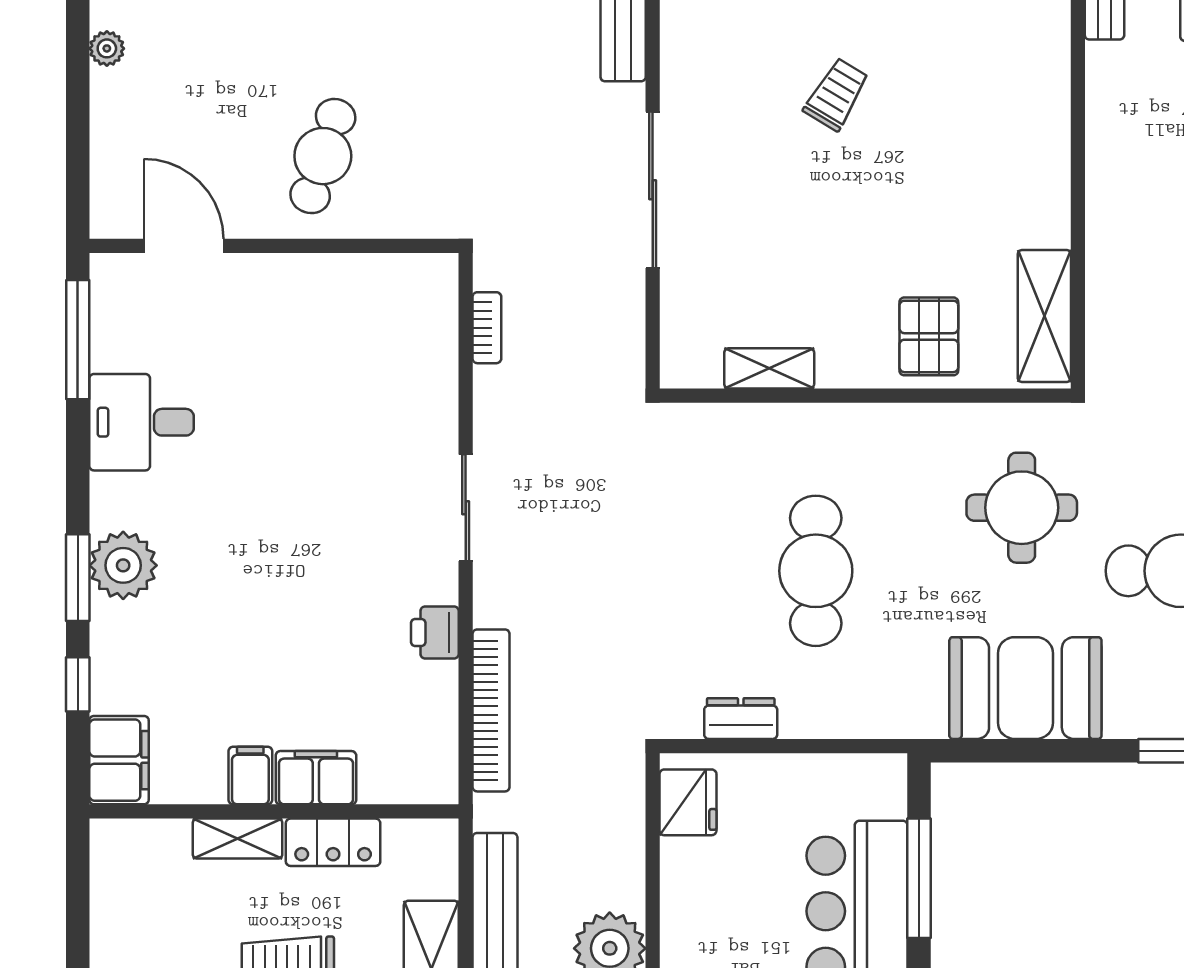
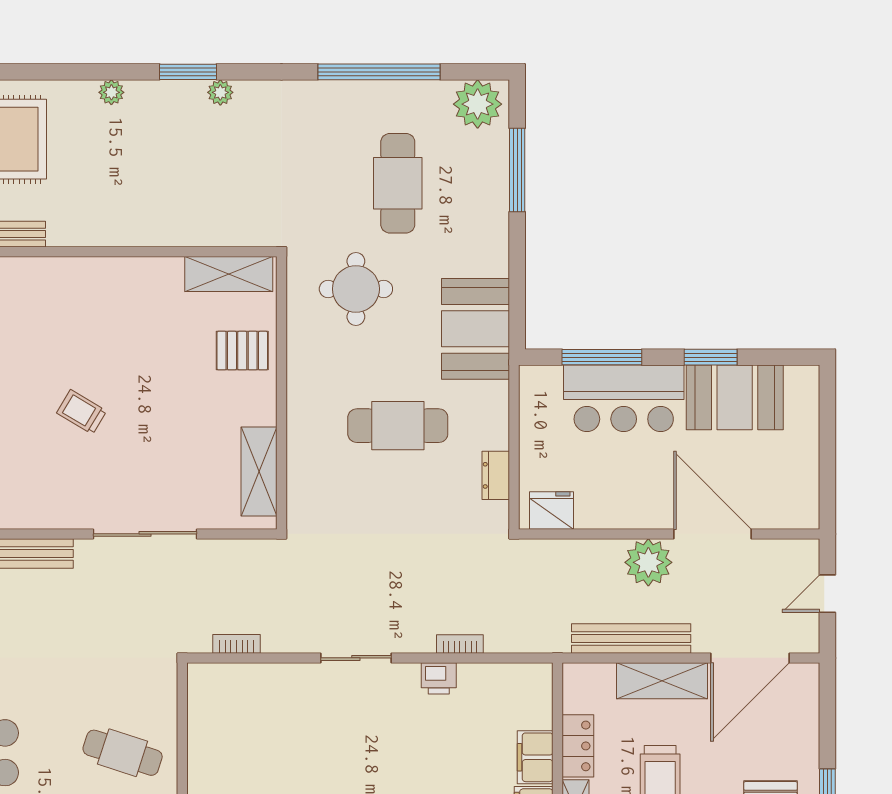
shelving: (769, 368) -> (259, 471), width x1.50, depth x1.33
booth: (1025, 688) -> (476, 329), moved
bookcase: (491, 710) -> (460, 644), width x0.43, depth x0.76

